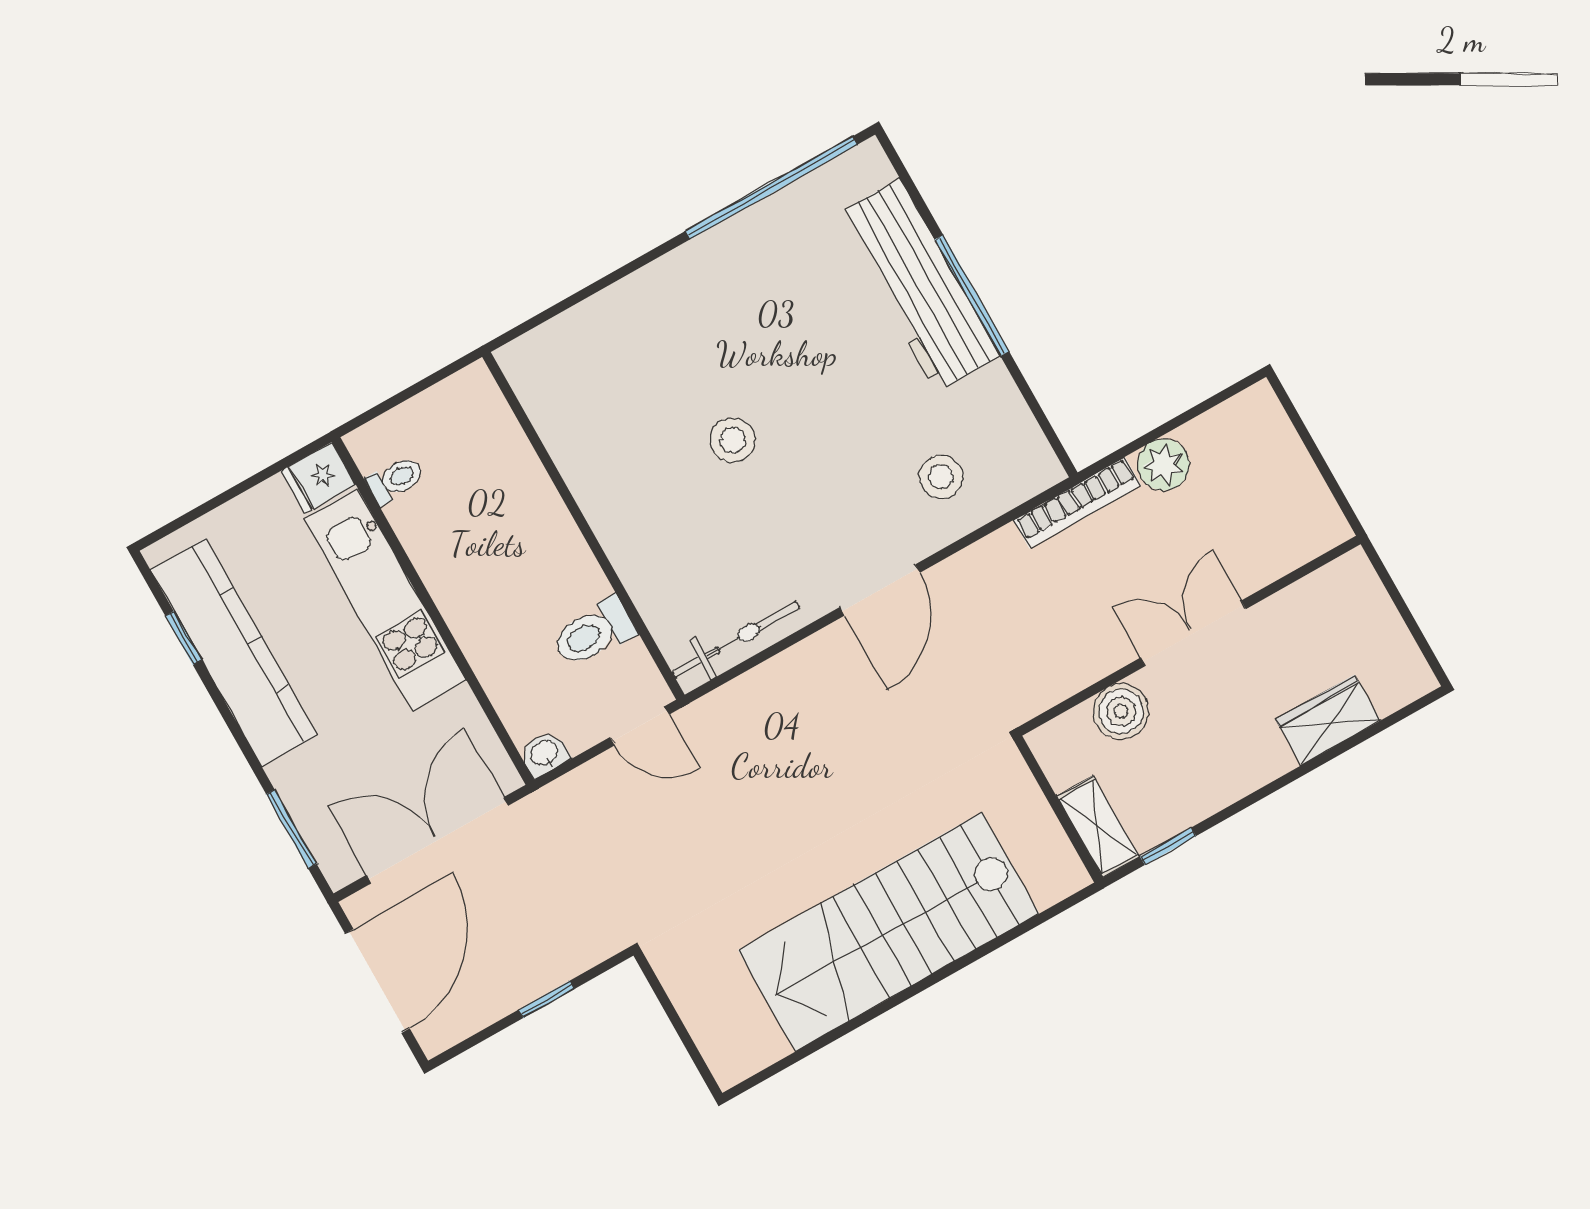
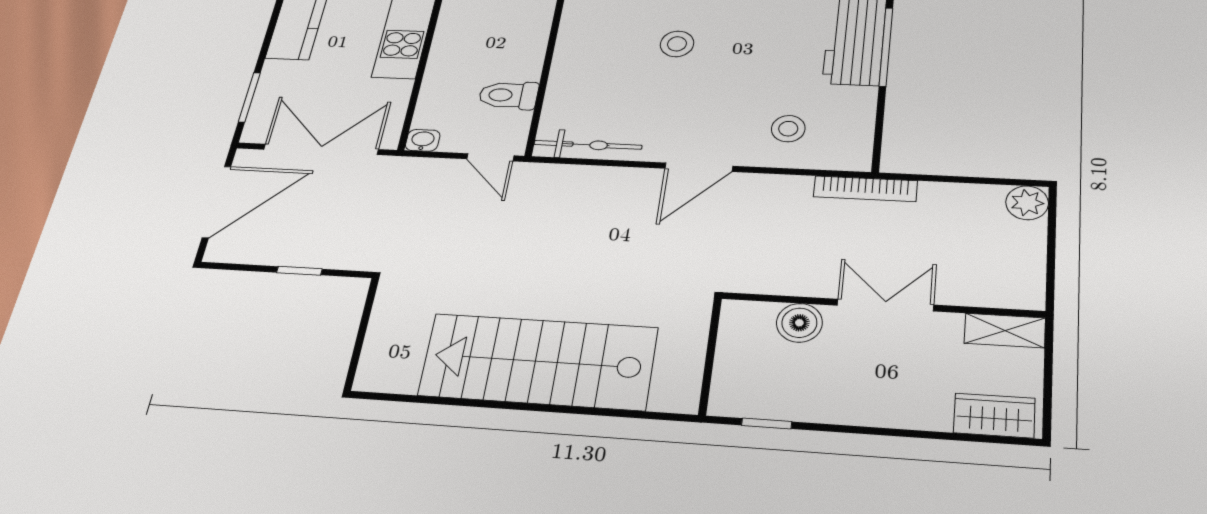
plant: (1163, 465) -> (1027, 203), moved
wardrobe: (1328, 720) -> (994, 415), moved
shelving: (1098, 827) -> (1005, 331), moved, turned 90

